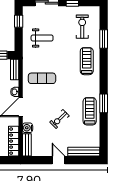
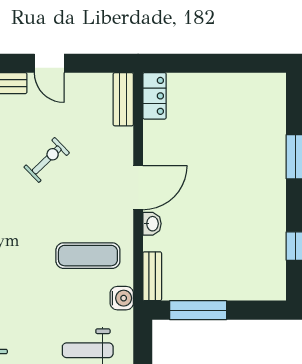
water cooler: (28, 128) -> (122, 298), moved
locker: (14, 141) -> (155, 96), width x0.66

